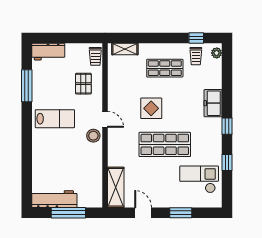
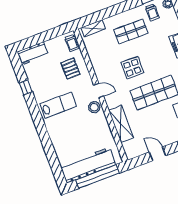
window: (27, 86) -> (26, 87), width x0.46
shelving: (116, 187) -> (121, 124), moved
workbench: (54, 199) -> (88, 165), width x1.36, depth x1.32
window: (68, 213) -> (97, 176), width x1.46

